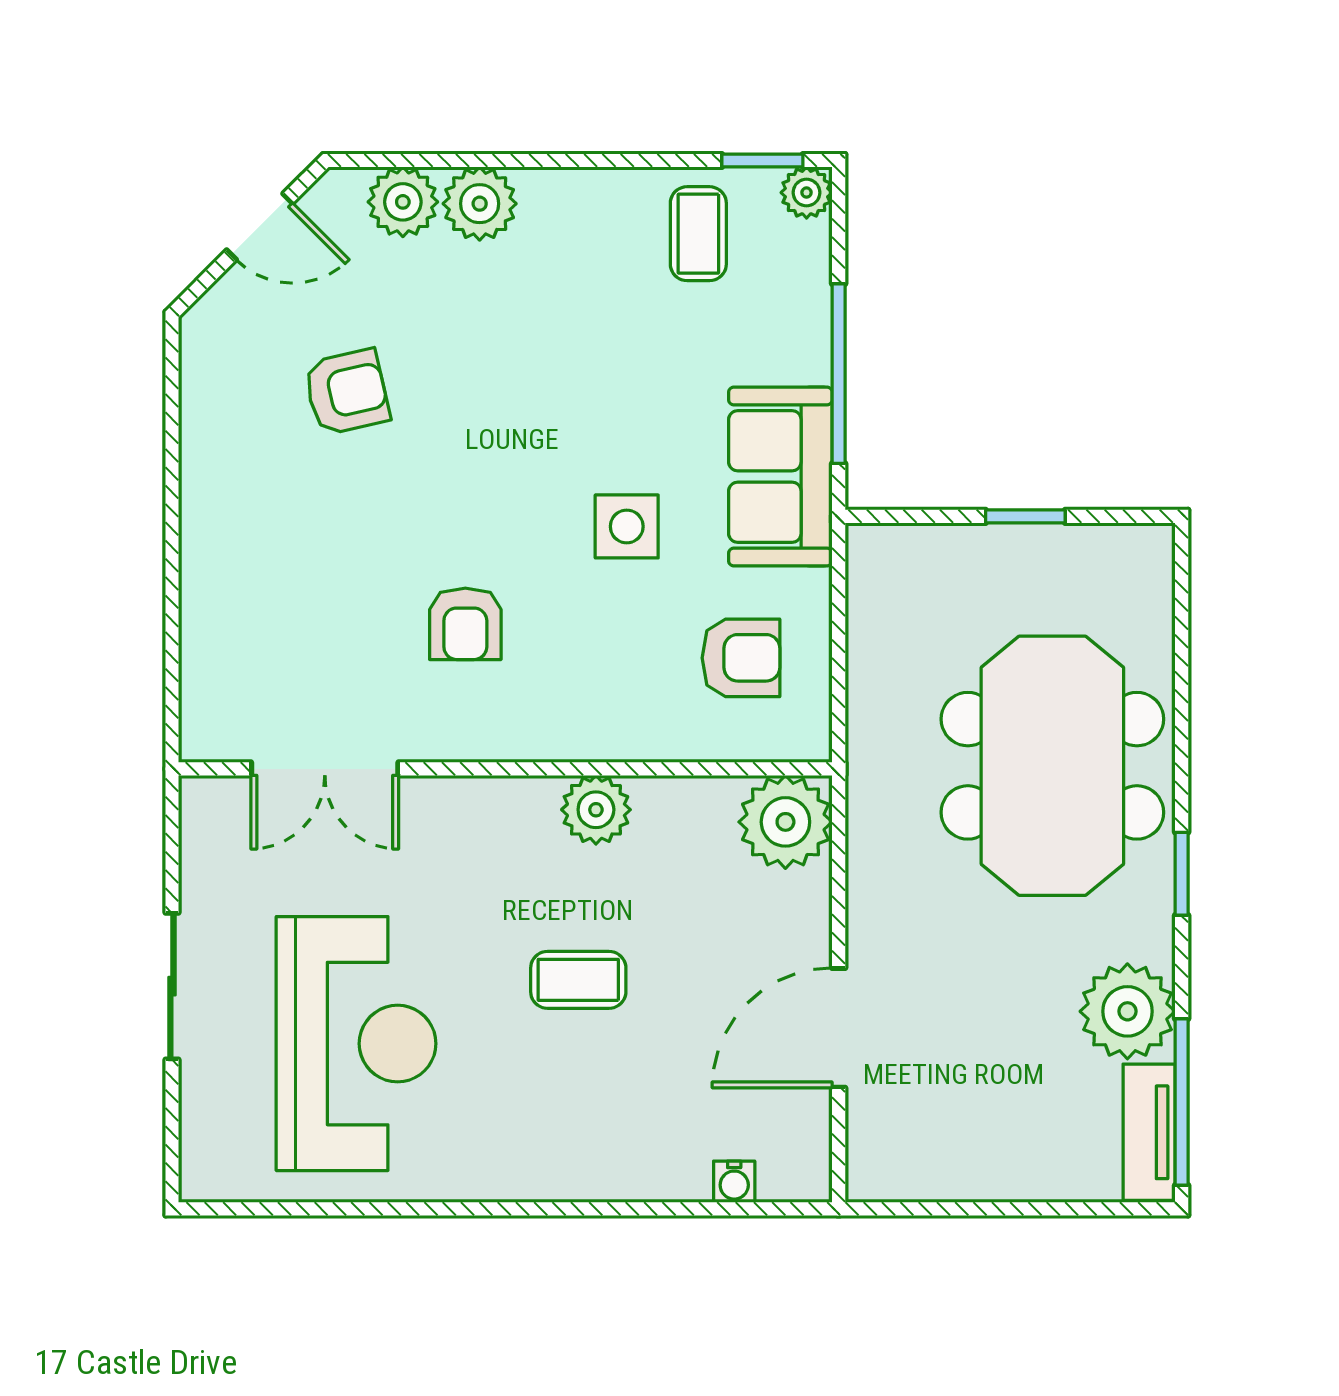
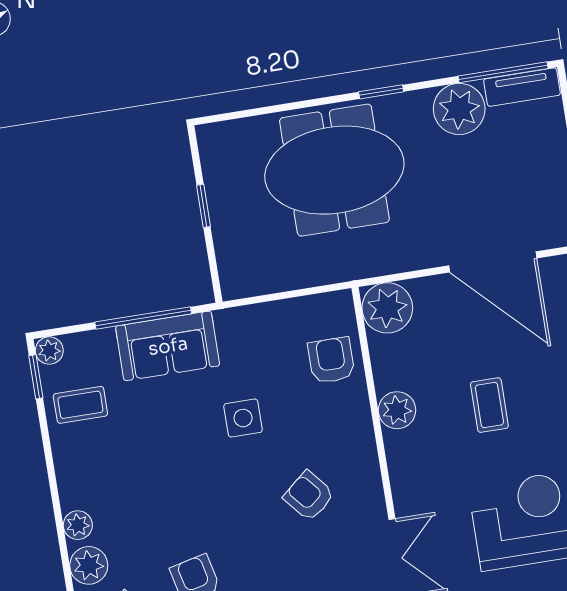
plant: (480, 204) -> (78, 525), width x0.73, depth x0.73
sofa: (780, 477) -> (168, 346), moved
armchair: (465, 624) -> (309, 496), turned -130
armchair: (741, 658) -> (331, 360), moved
door: (839, 1028) -> (493, 262), width x1.36

